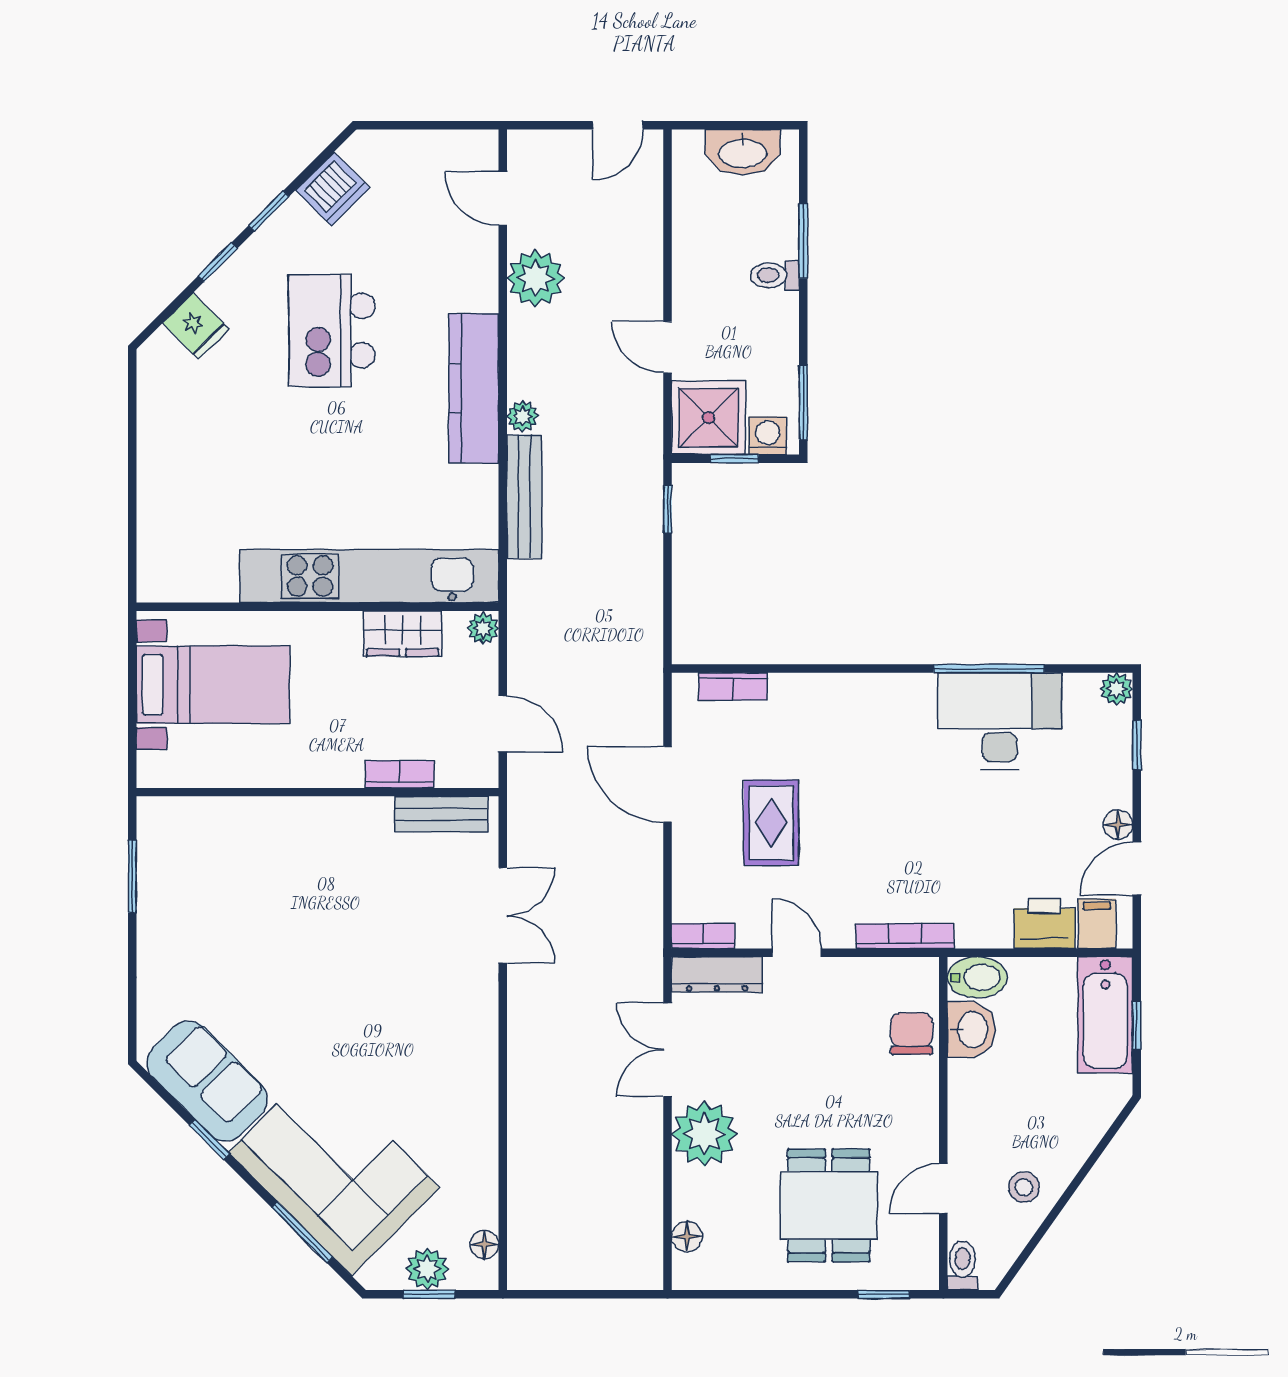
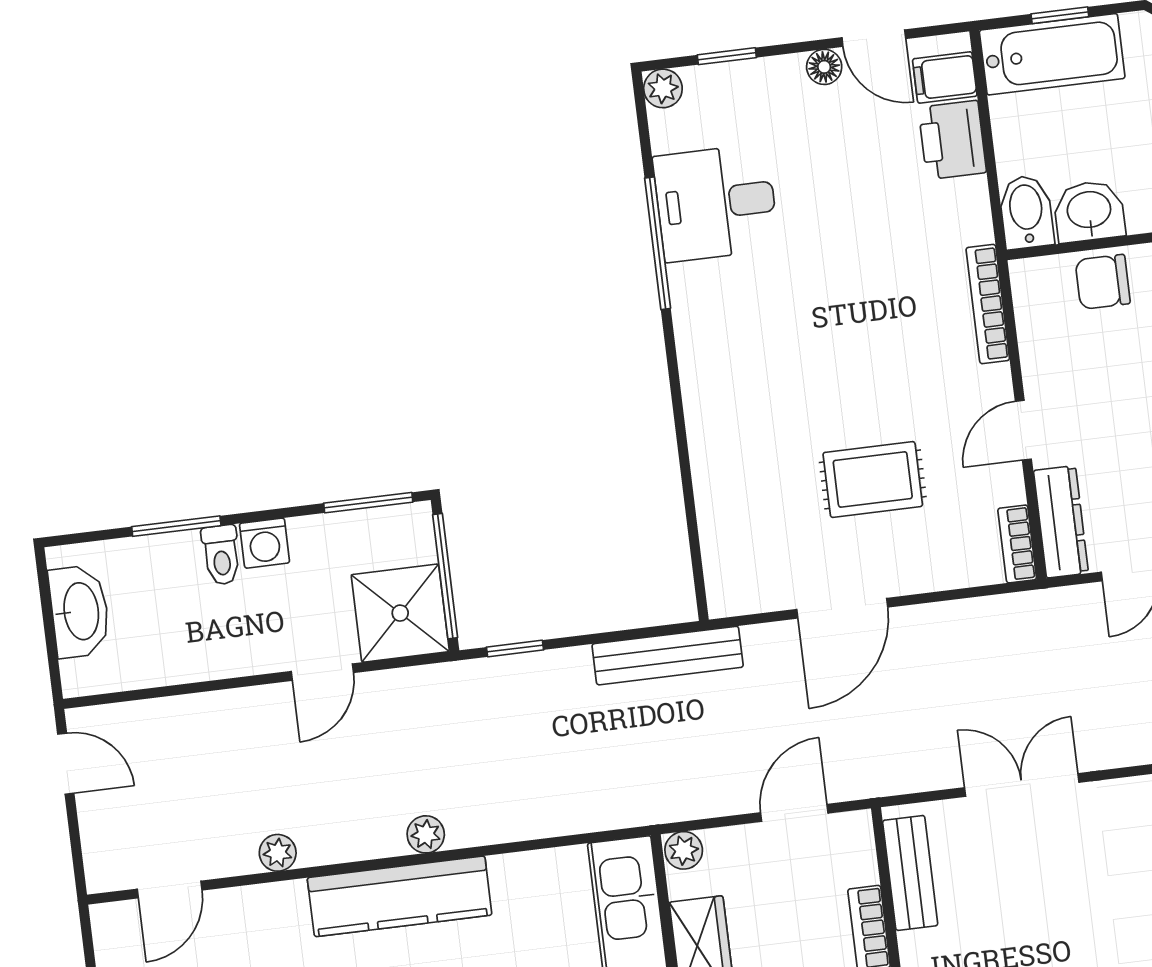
plant: (536, 278) -> (278, 853), width x0.53, depth x0.53
washing machine: (768, 436) -> (265, 543), moved, turned -90
window: (735, 459) -> (445, 576), width x2.17
bench: (524, 497) -> (668, 656), moved
bookcase: (733, 686) -> (716, 545), removed
desk: (1000, 721) -> (716, 203), width x0.73

